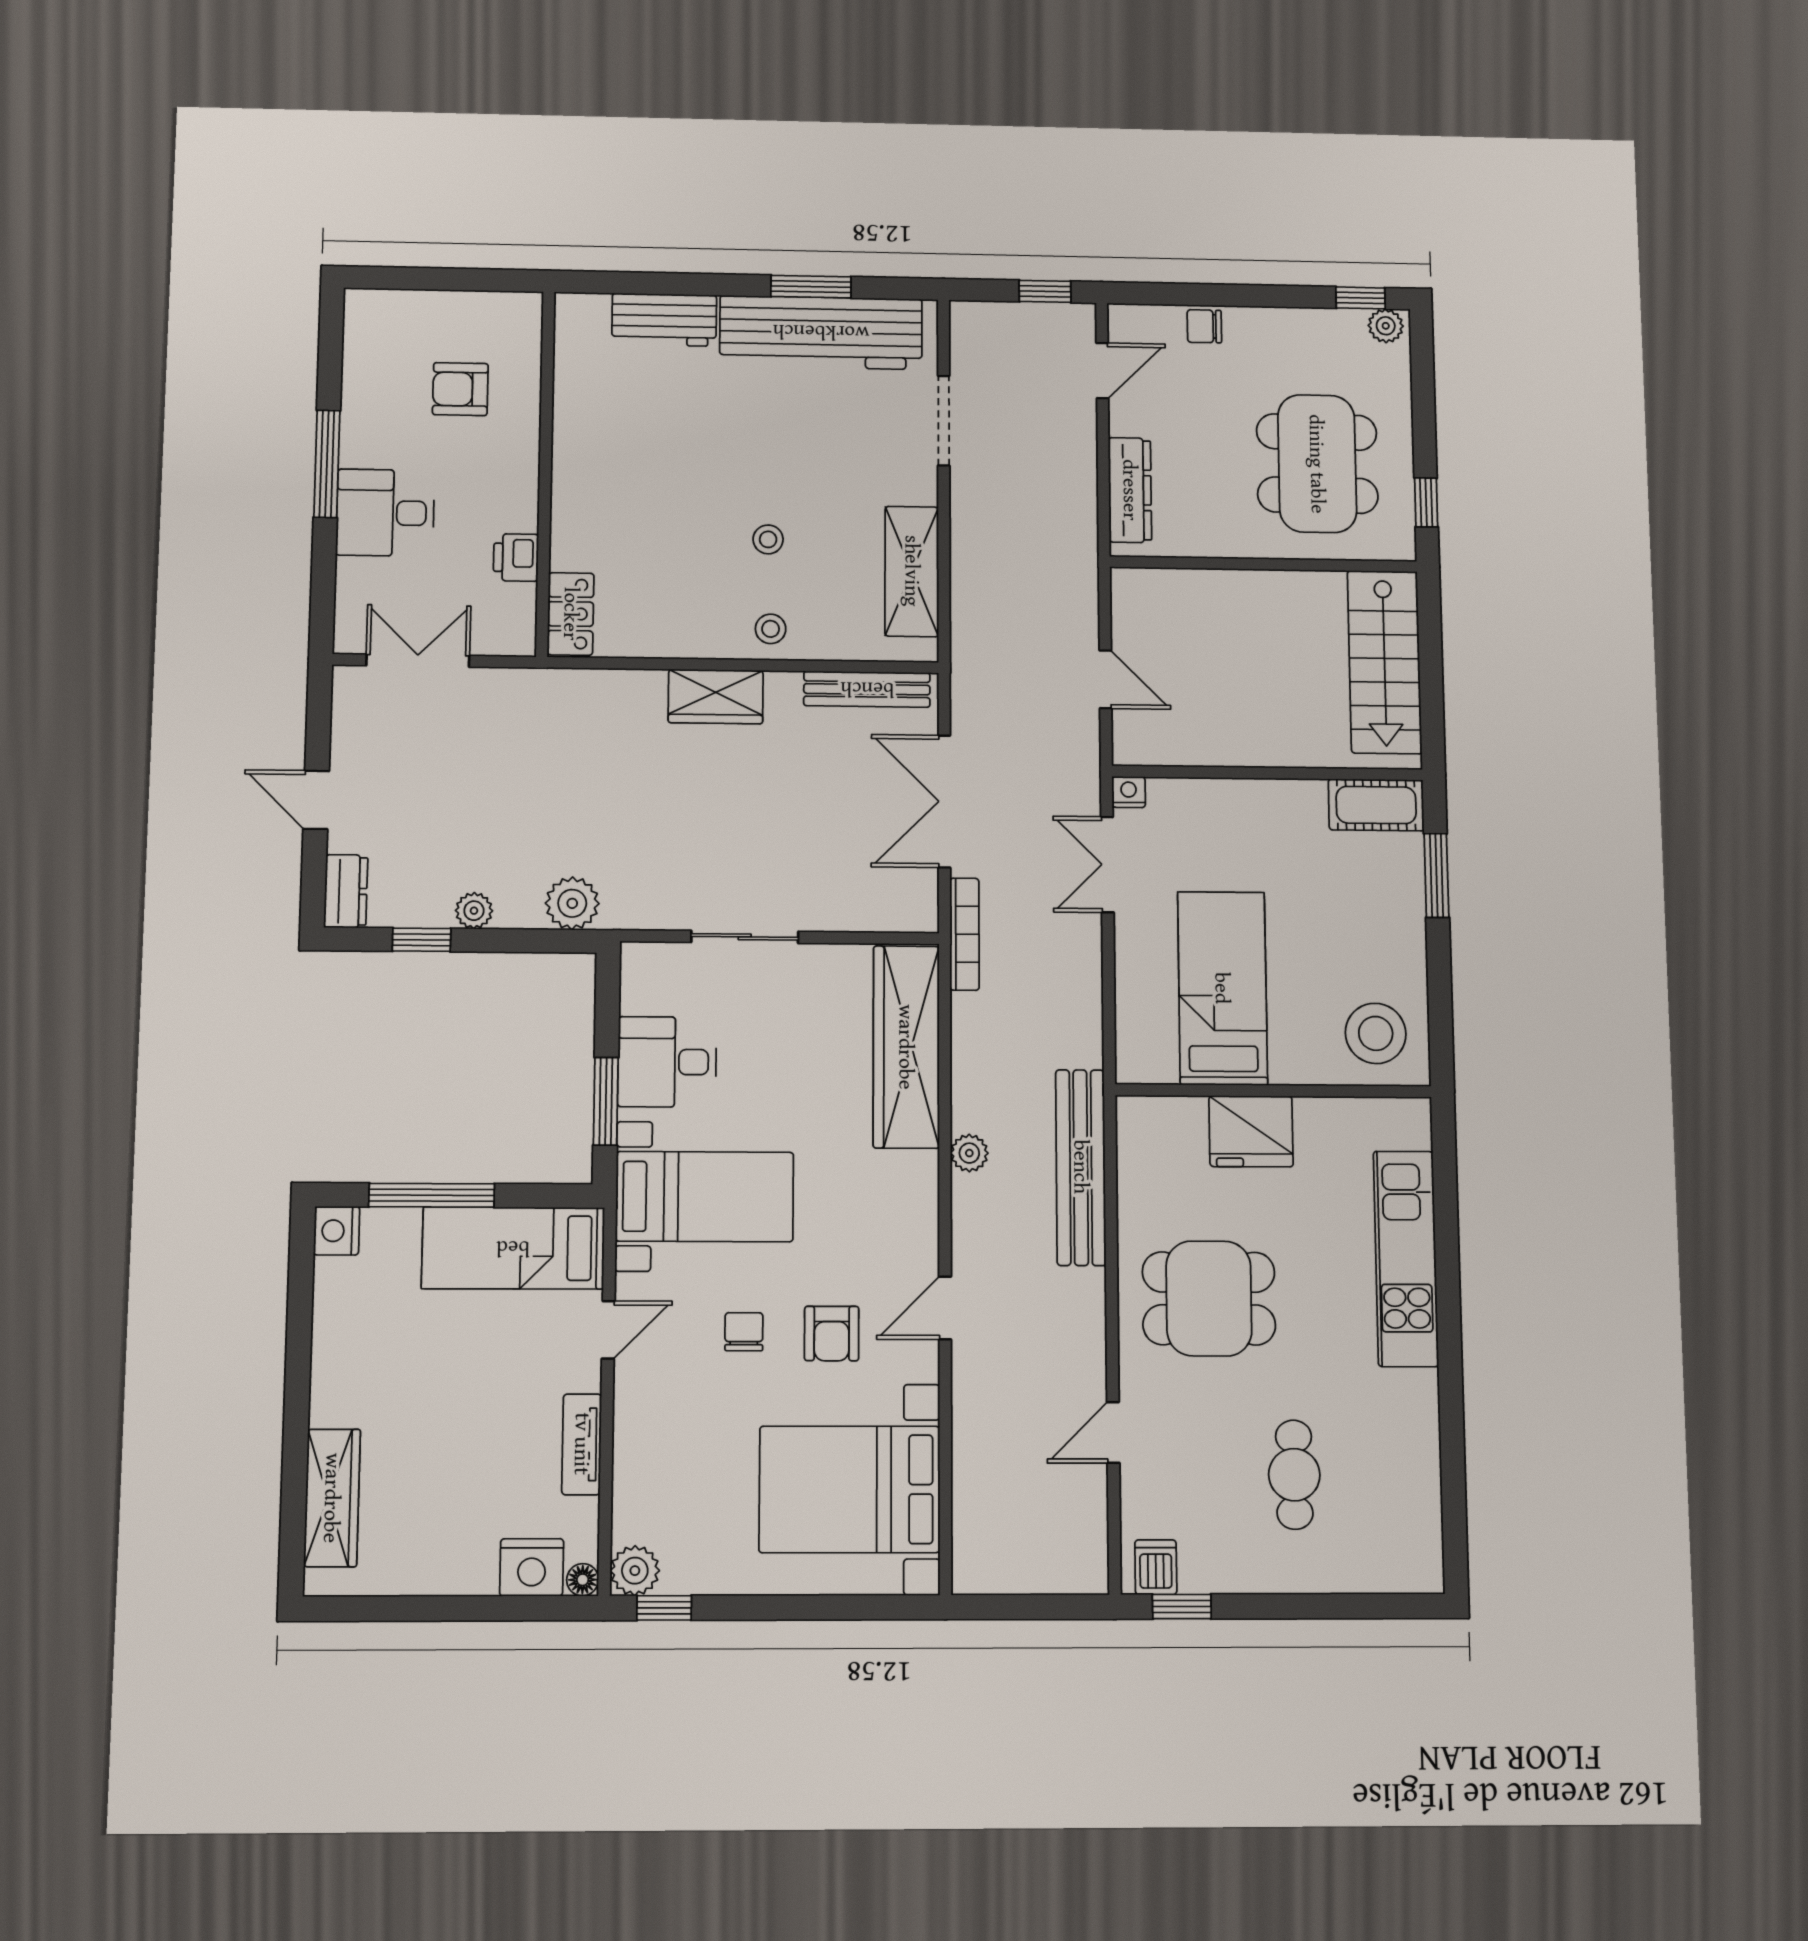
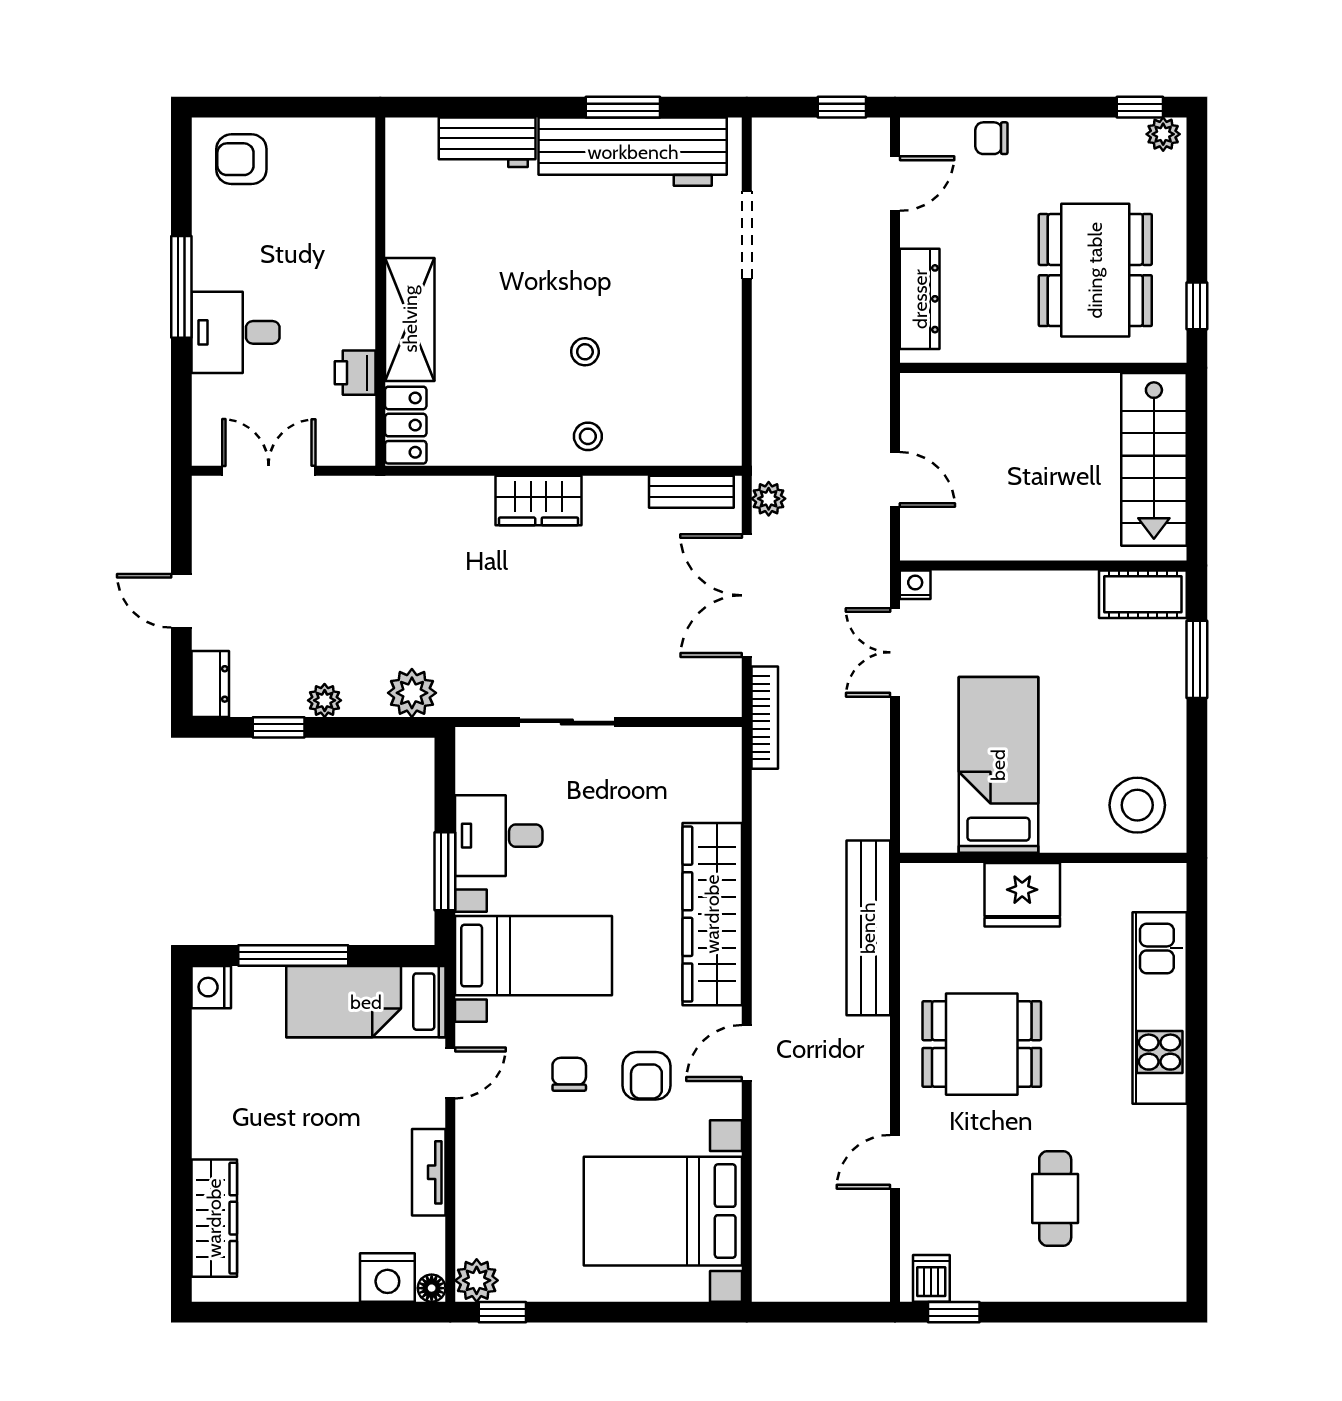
armchair: (460, 389) -> (241, 159), moved
shelving: (912, 571) -> (410, 319), moved
bench: (867, 689) -> (691, 492), width x0.73
wardrobe: (906, 1047) -> (712, 914), moved
plant: (969, 1153) -> (769, 499), moved

